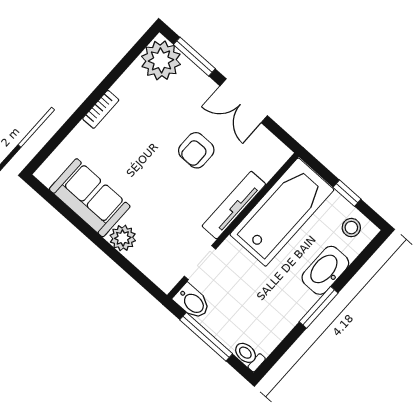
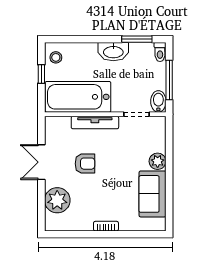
window: (194, 57) -> (41, 204), removed
plant: (161, 60) -> (57, 200), moved
double door: (244, 101) -> (41, 162), swing flipped
washbasin: (325, 270) -> (113, 52), moved
window: (319, 307) -> (137, 39), moved

